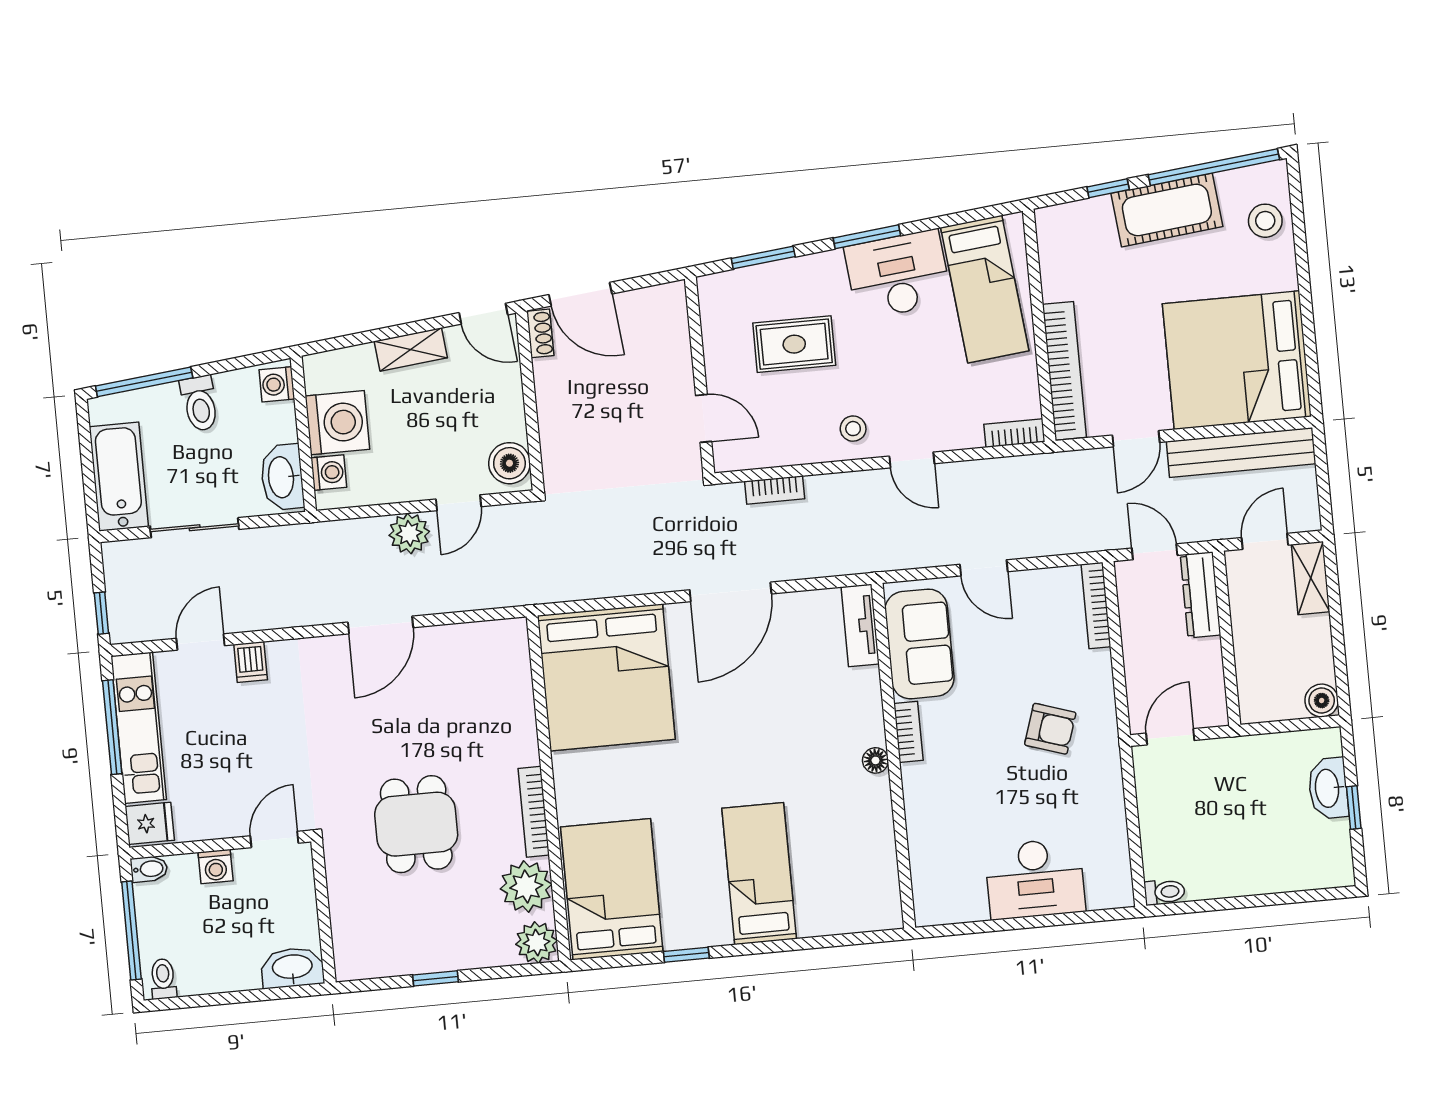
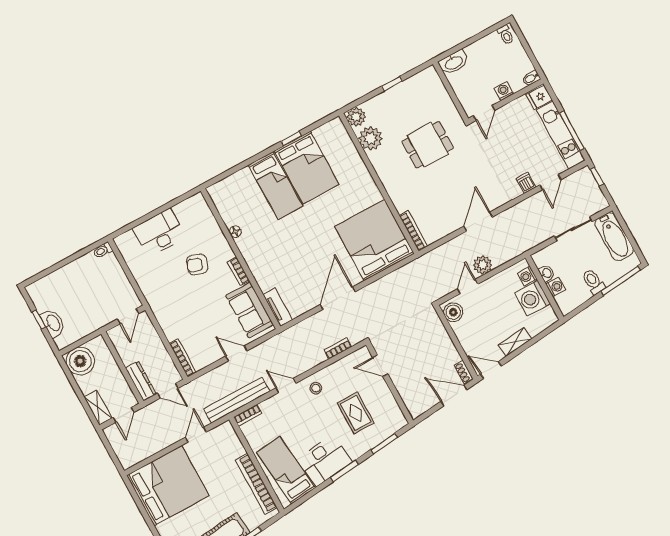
rug: (794, 344) -> (356, 413), turned 90
bookcase: (1064, 371) -> (256, 484), moved
washing machine: (277, 384) -> (556, 287), moved
bench: (1241, 453) -> (237, 400), moved
washbasin: (282, 477) -> (547, 273), width x0.52, depth x0.69
boiler: (1322, 701) -> (80, 361), width x1.86, depth x1.86
armchair: (1050, 729) -> (197, 265), moved
floor lamp: (875, 760) -> (235, 232), moved
bookcase: (534, 812) -> (413, 231), moved
dining table: (416, 824) -> (428, 145), turned 90
bed: (612, 889) -> (307, 168), moved
window: (131, 930) -> (528, 49), removed

